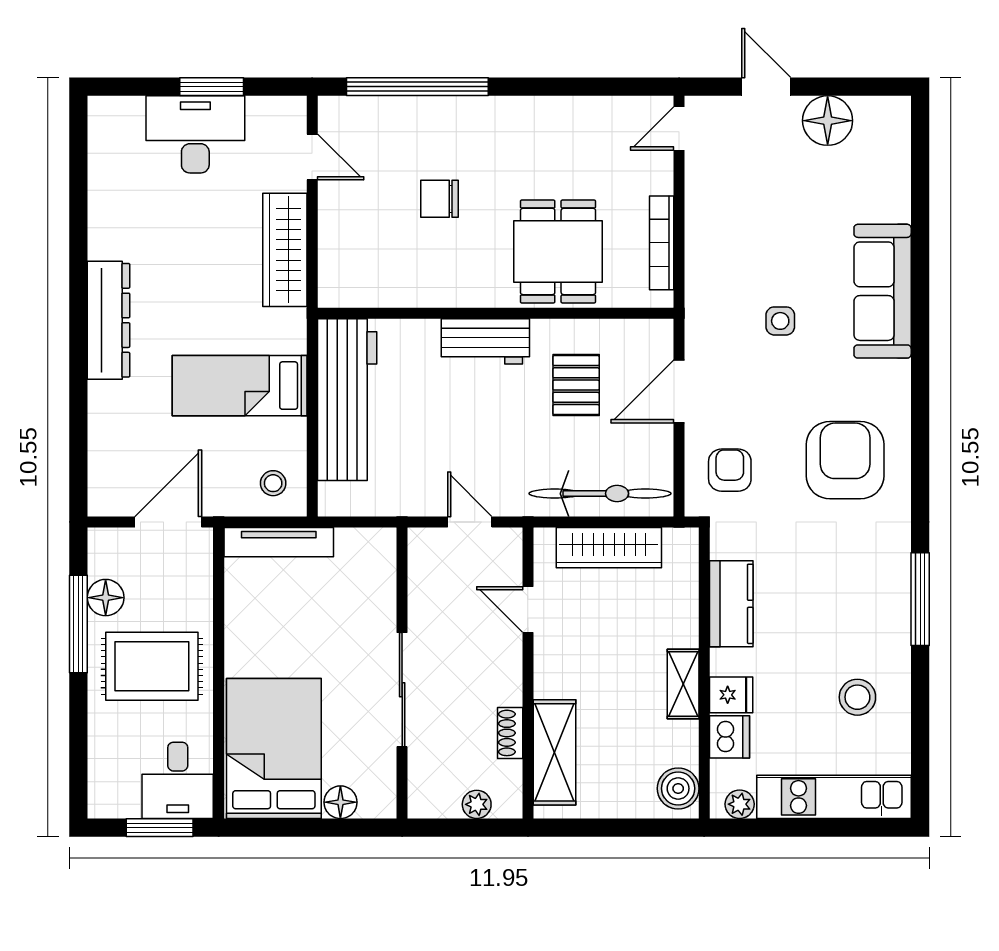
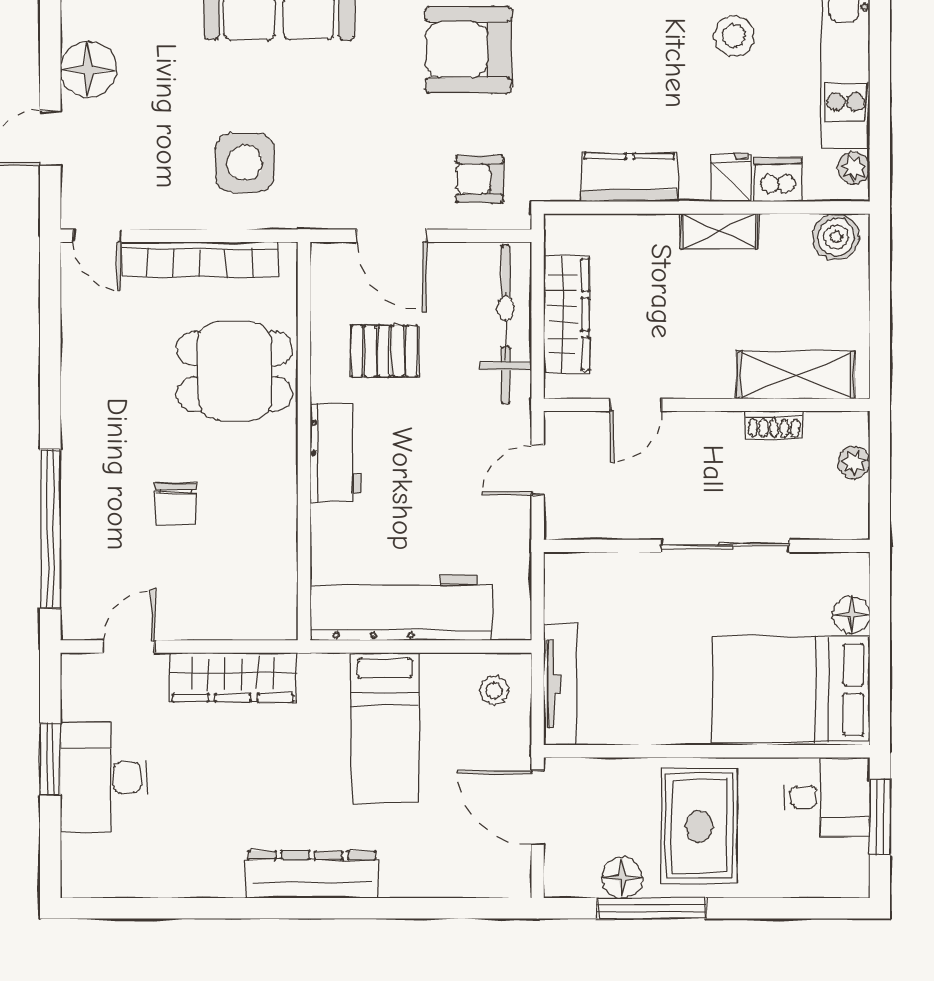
bookcase: (662, 243) -> (200, 259), width x1.48, depth x1.31
side table: (780, 321) -> (245, 163), moved, width x1.87, depth x1.87

